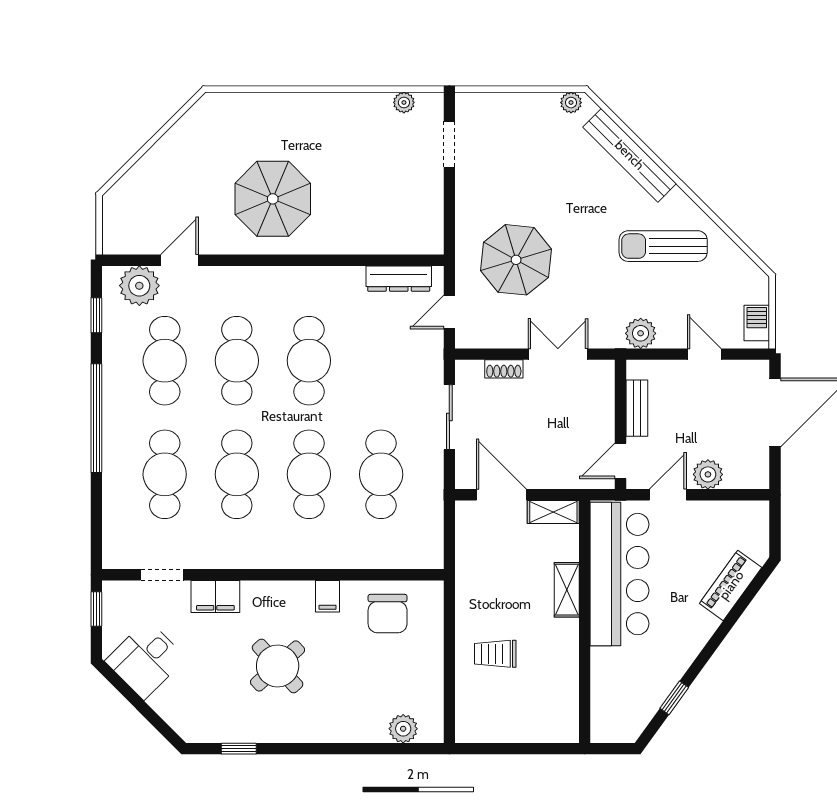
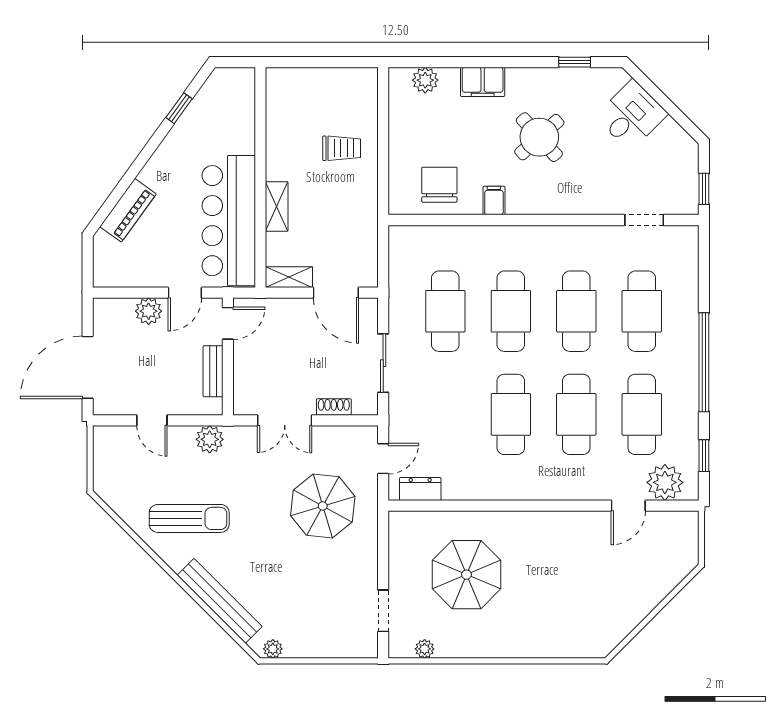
parasol: (273, 199) -> (466, 575), moved
dresser: (399, 279) -> (420, 489), width x0.70
barbecue: (757, 323) -> (104, 449), removed
filing cabinet: (215, 596) -> (483, 82), moved, turned 180
desk: (146, 660) -> (631, 115), moved

